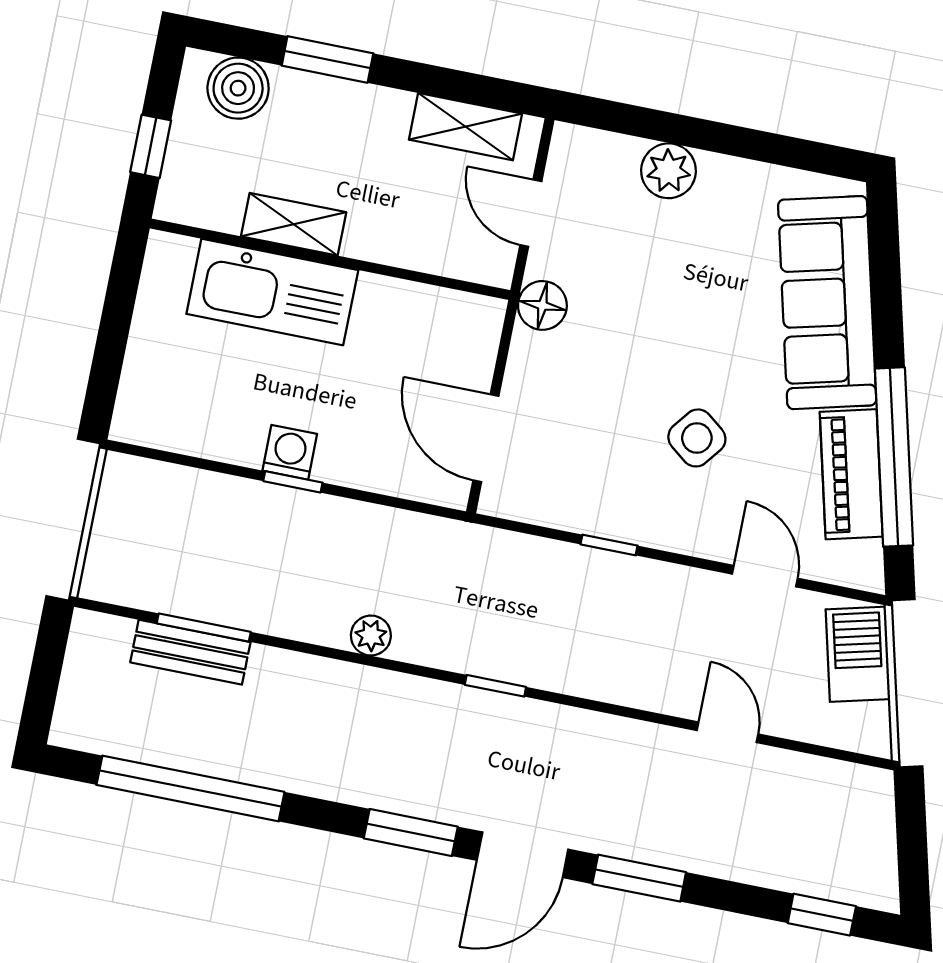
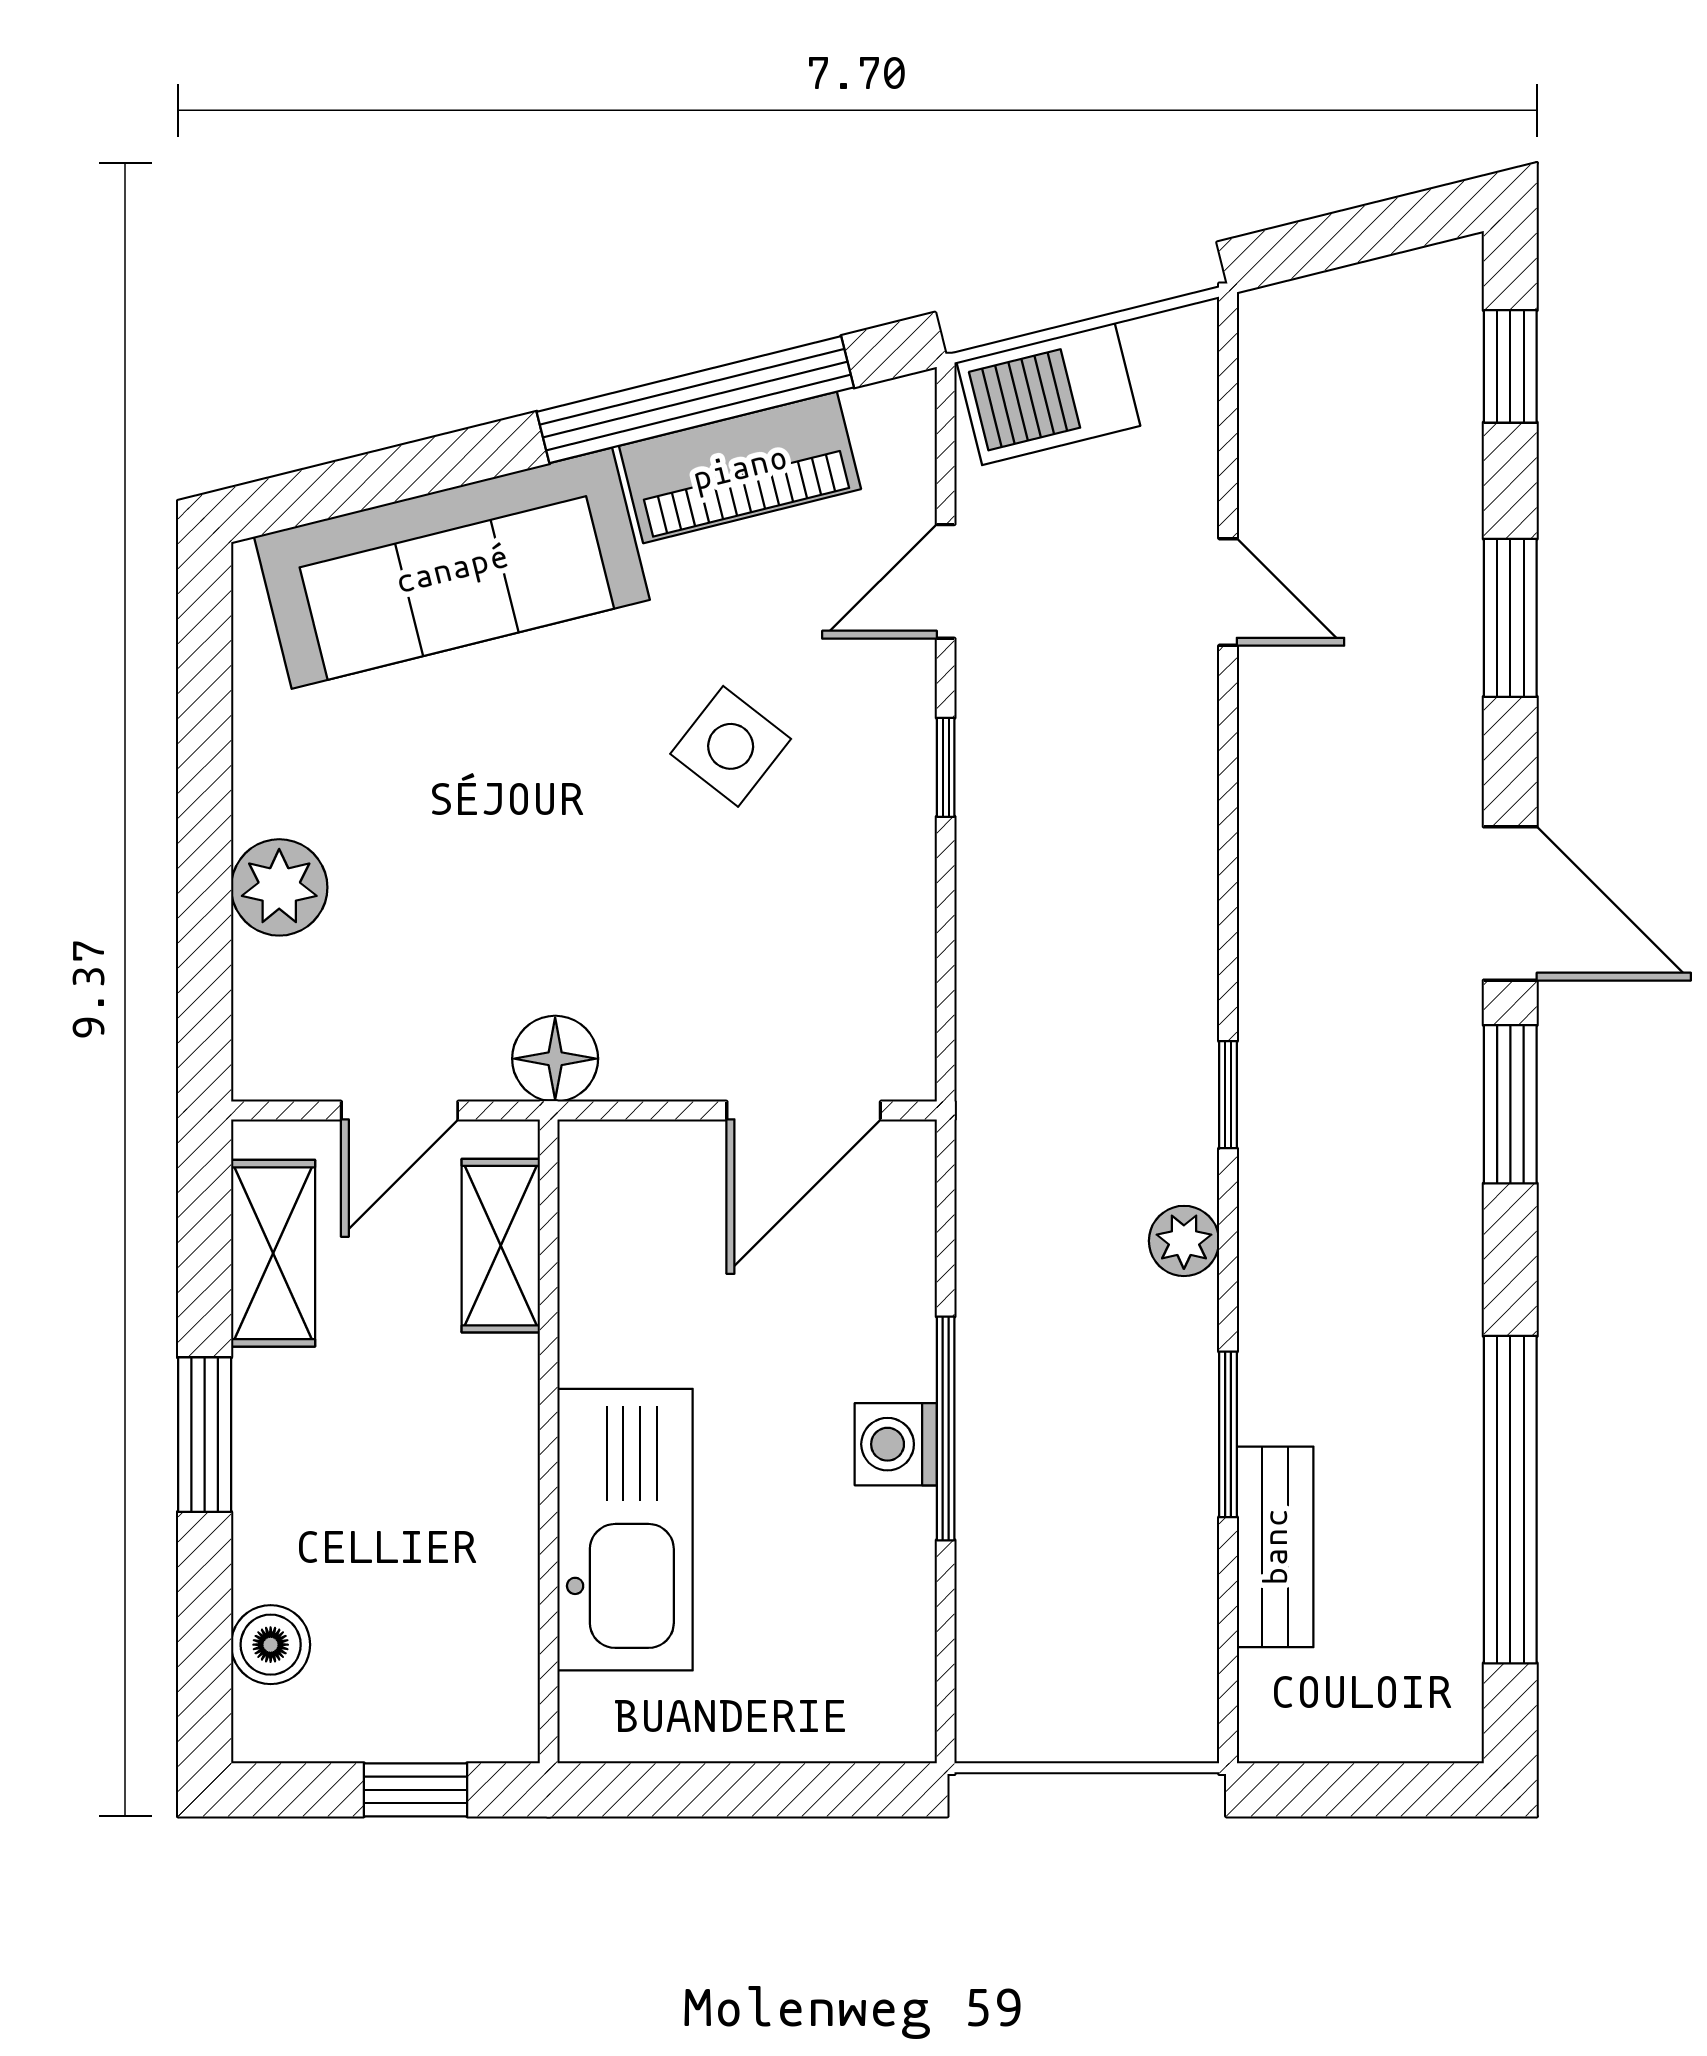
window: (327, 59) -> (205, 1435), moved
boiler: (238, 88) -> (271, 1645), width x0.73, depth x0.73
shelving: (294, 224) -> (501, 1246), moved
window: (293, 482) -> (946, 1428), width x2.17
window: (609, 545) -> (946, 767), moved
window: (204, 628) -> (1228, 1434), moved
window: (495, 686) -> (1228, 1095), moved
door: (728, 732) -> (1228, 592), swing flipped
window: (639, 878) -> (1510, 618), moved

